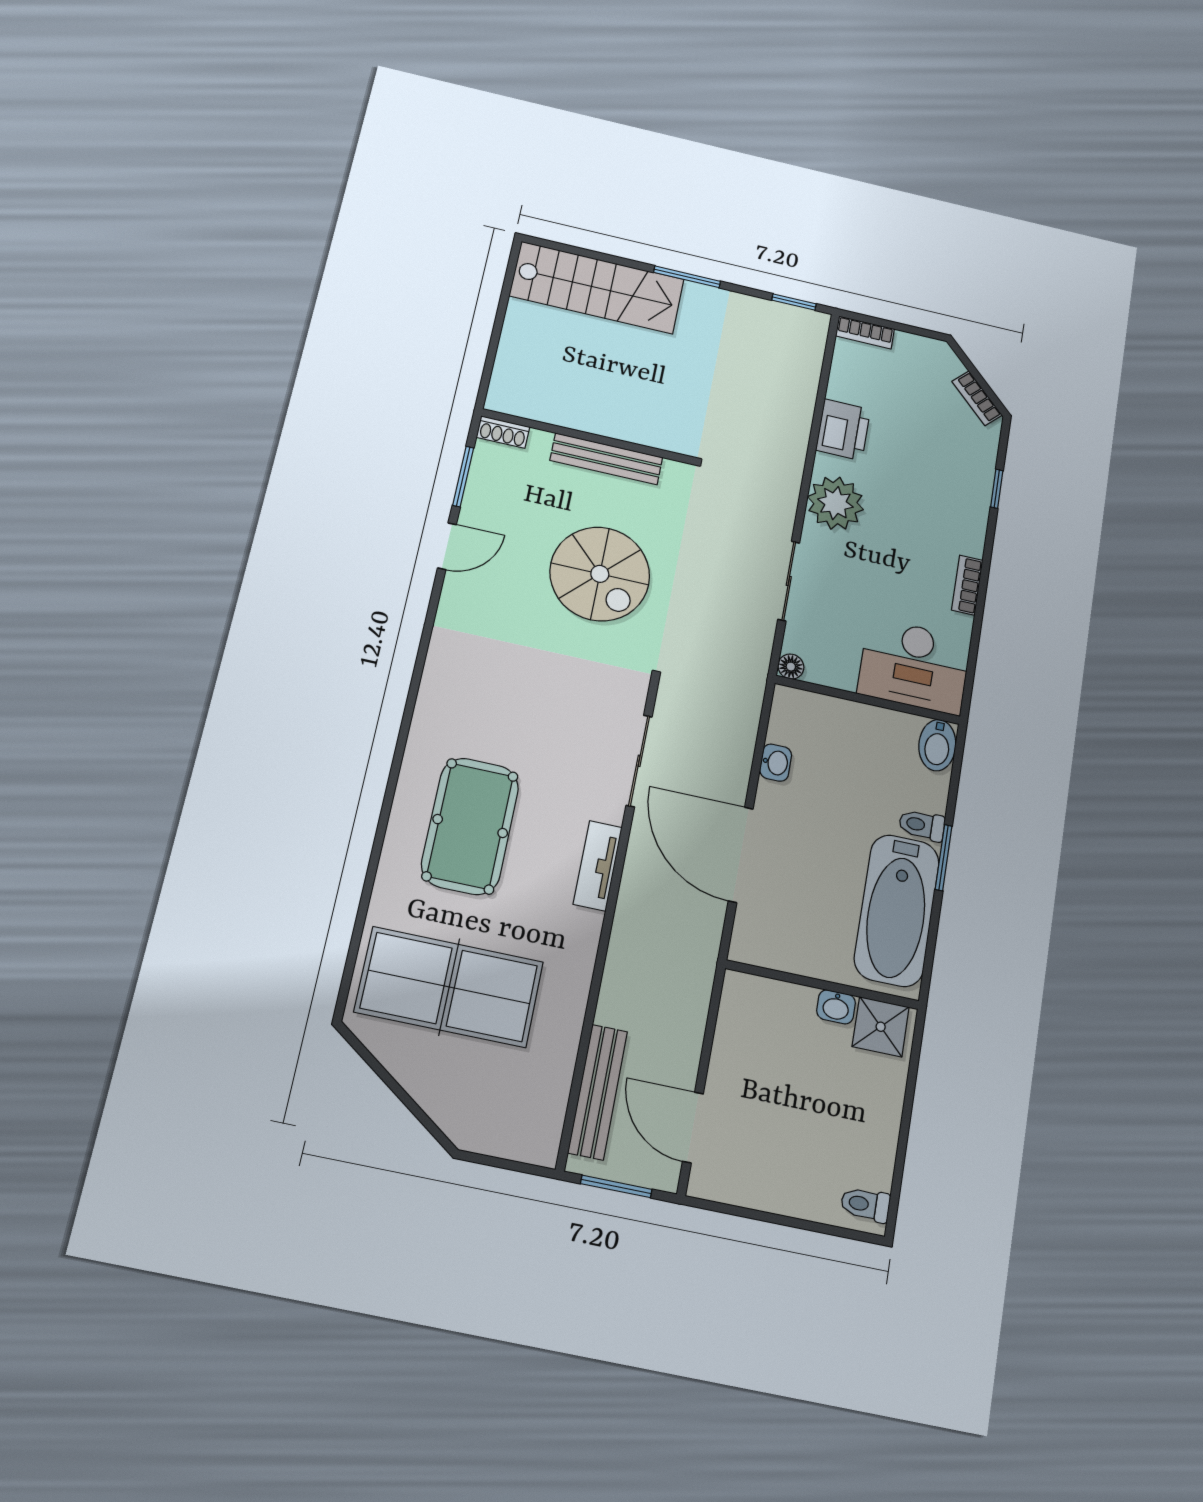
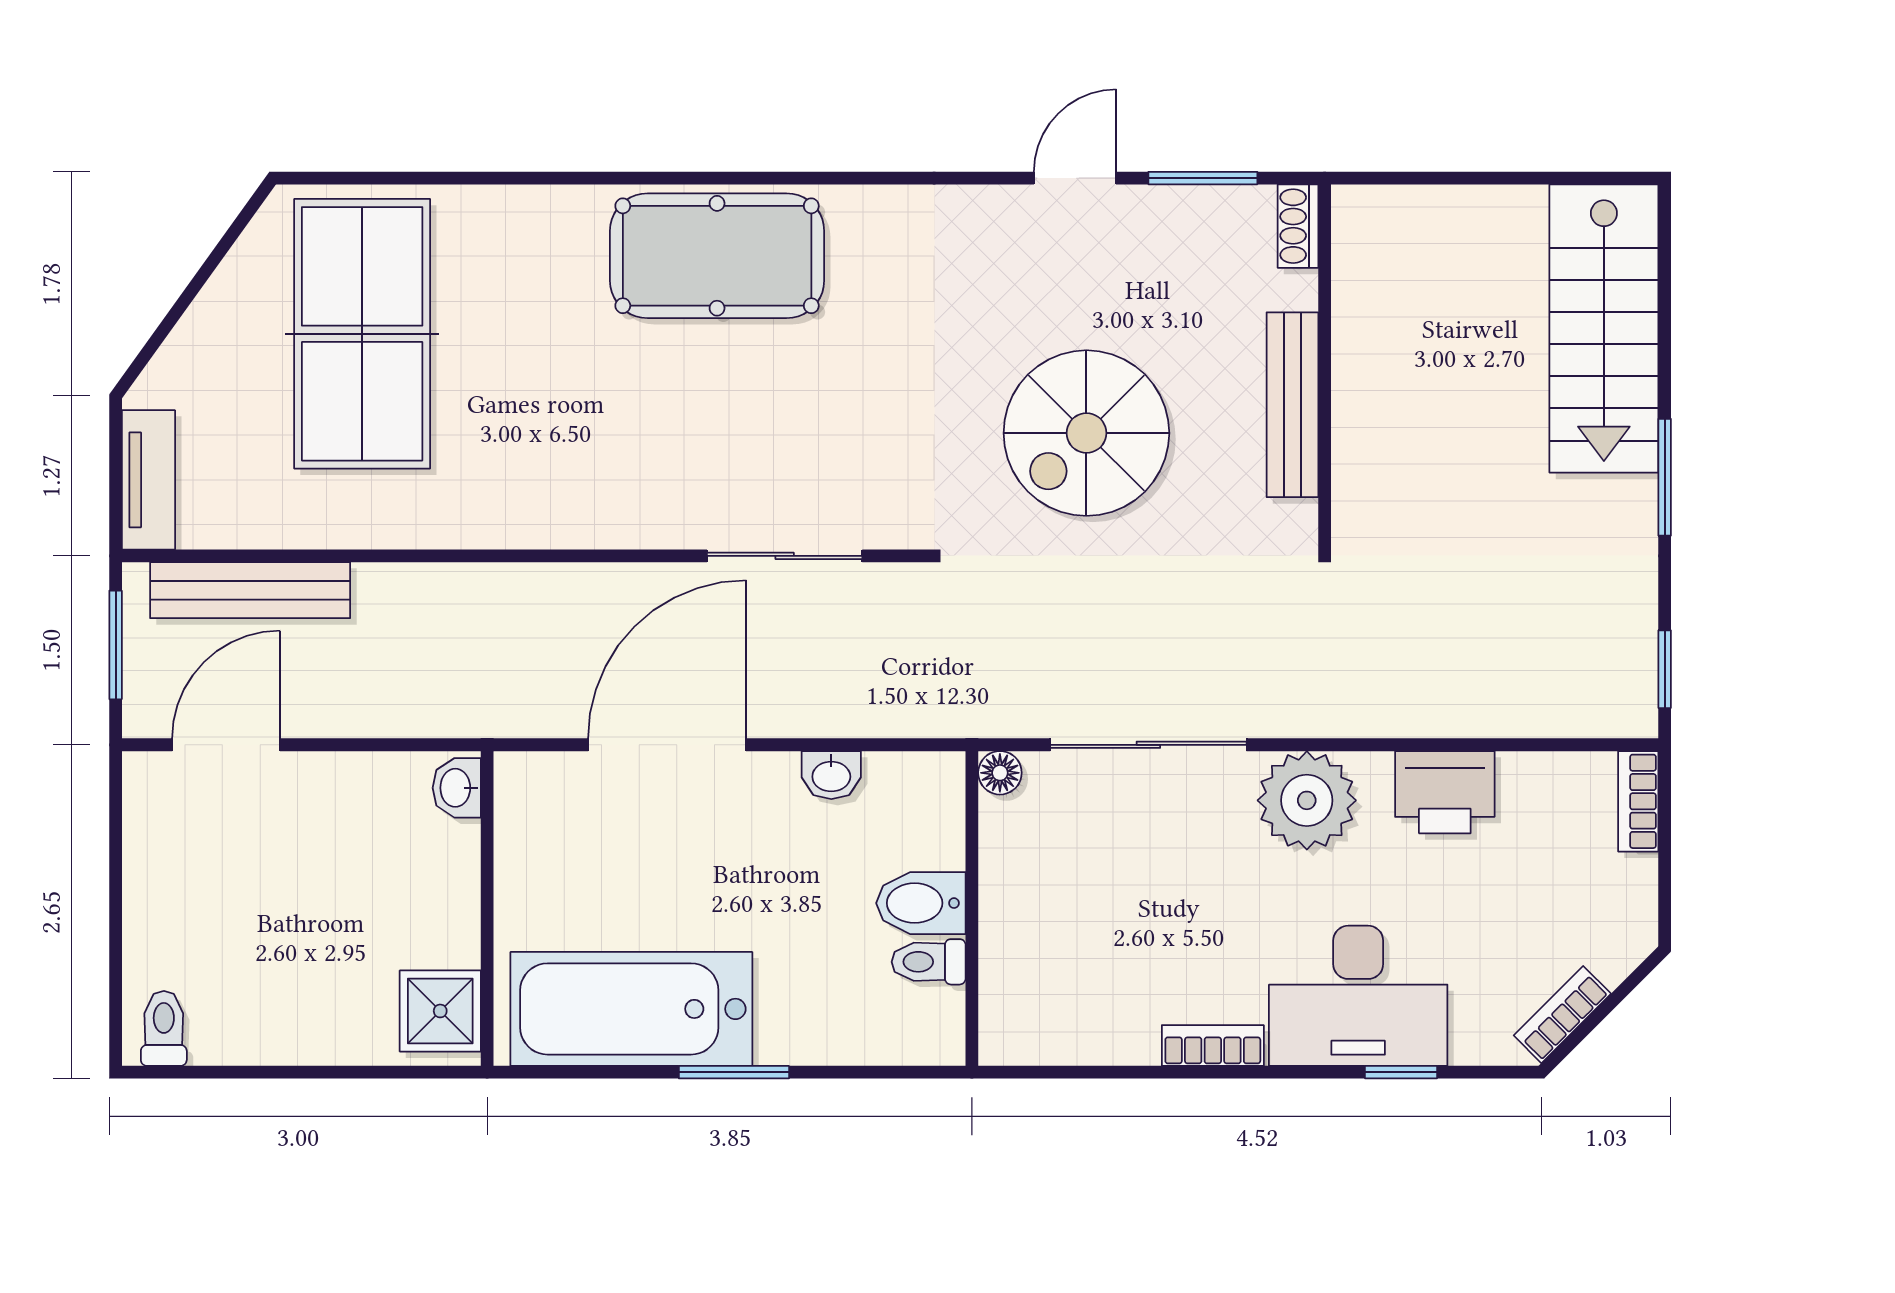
door: (447, 546) -> (1075, 178), swing flipped
sliding door: (789, 581) -> (1148, 745), width x1.37
desk: (914, 666) -> (1358, 996), moved, turned -90
bidet: (937, 745) -> (921, 903), moved
toilet: (922, 825) -> (929, 962), moved, turned -90
pool table: (470, 826) -> (717, 256), moved
tv unit: (598, 866) -> (148, 480), moved, turned 90
washbasin: (836, 1007) -> (457, 788), moved

